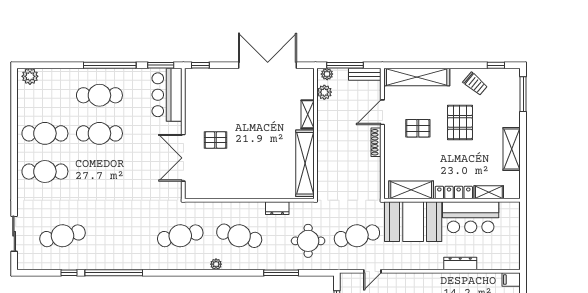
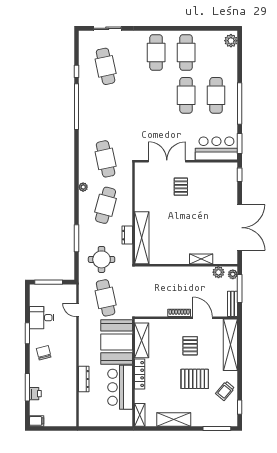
shelving: (305, 163) -> (142, 238), moved, turned 90
shelving: (489, 192) -> (140, 415), moved
filing cabinet: (511, 280) -> (71, 419), removed

